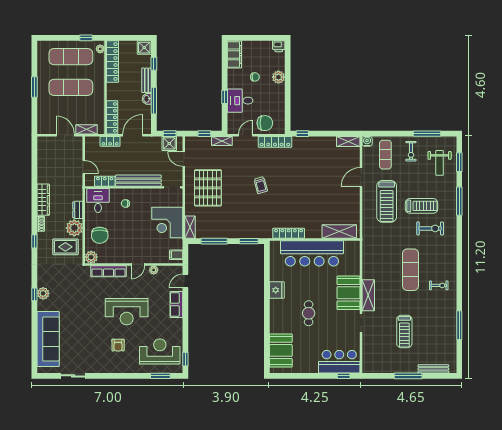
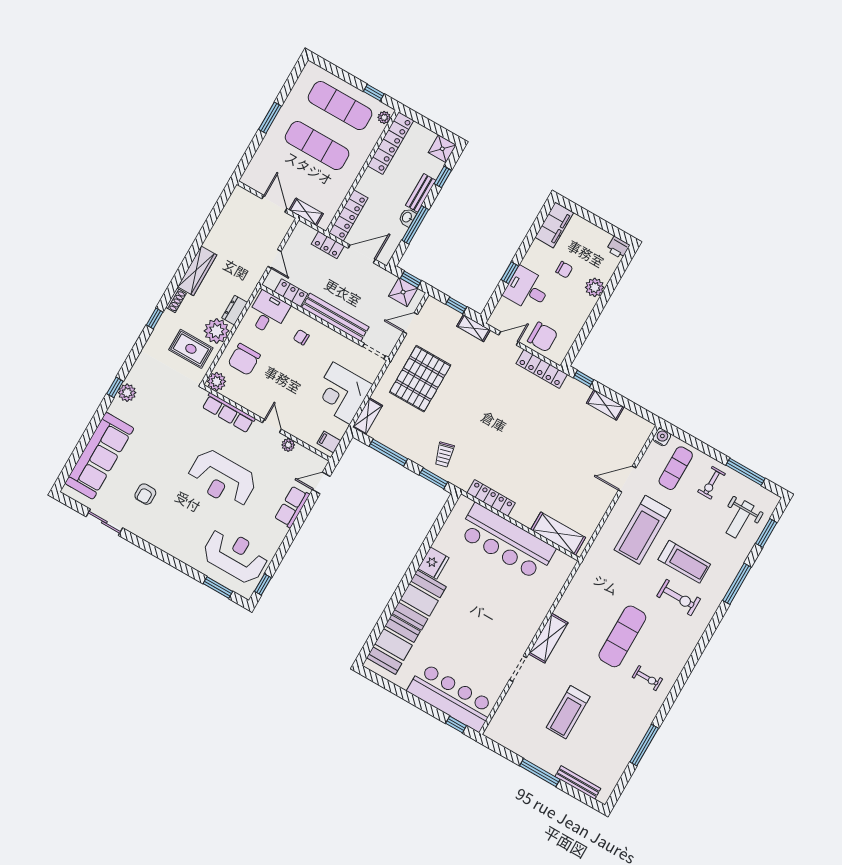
shelving: (348, 141) -> (605, 405), moved
door: (184, 159) -> (410, 323), hinge flipped
trolley: (261, 185) -> (444, 455), moved
door: (138, 264) -> (272, 426), swing flipped
booth: (349, 293) -> (419, 600), moved
cafe table: (309, 313) -> (457, 617), removed
armchair: (118, 345) -> (145, 494), moved
bar counter: (339, 362) -> (451, 697), width x1.36

